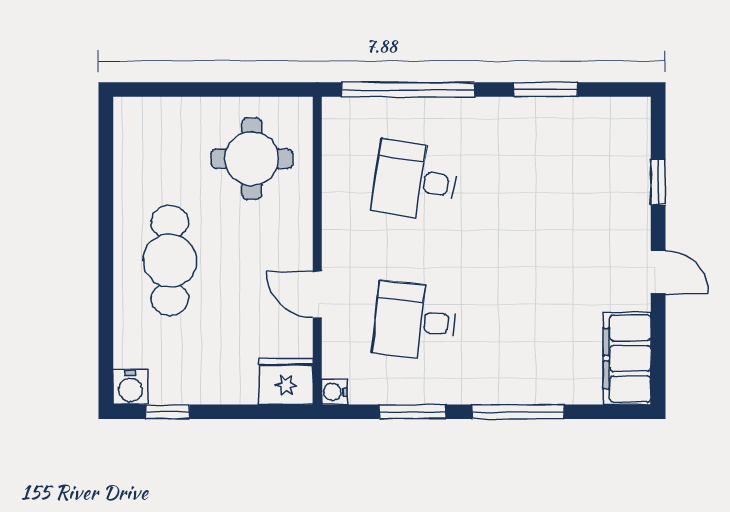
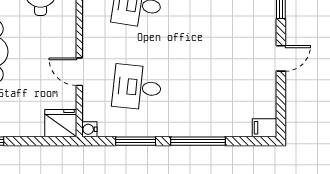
door: (658, 272) -> (281, 58), hinge flipped
filing cabinet: (627, 358) -> (264, 128), width x0.33, depth x0.86

